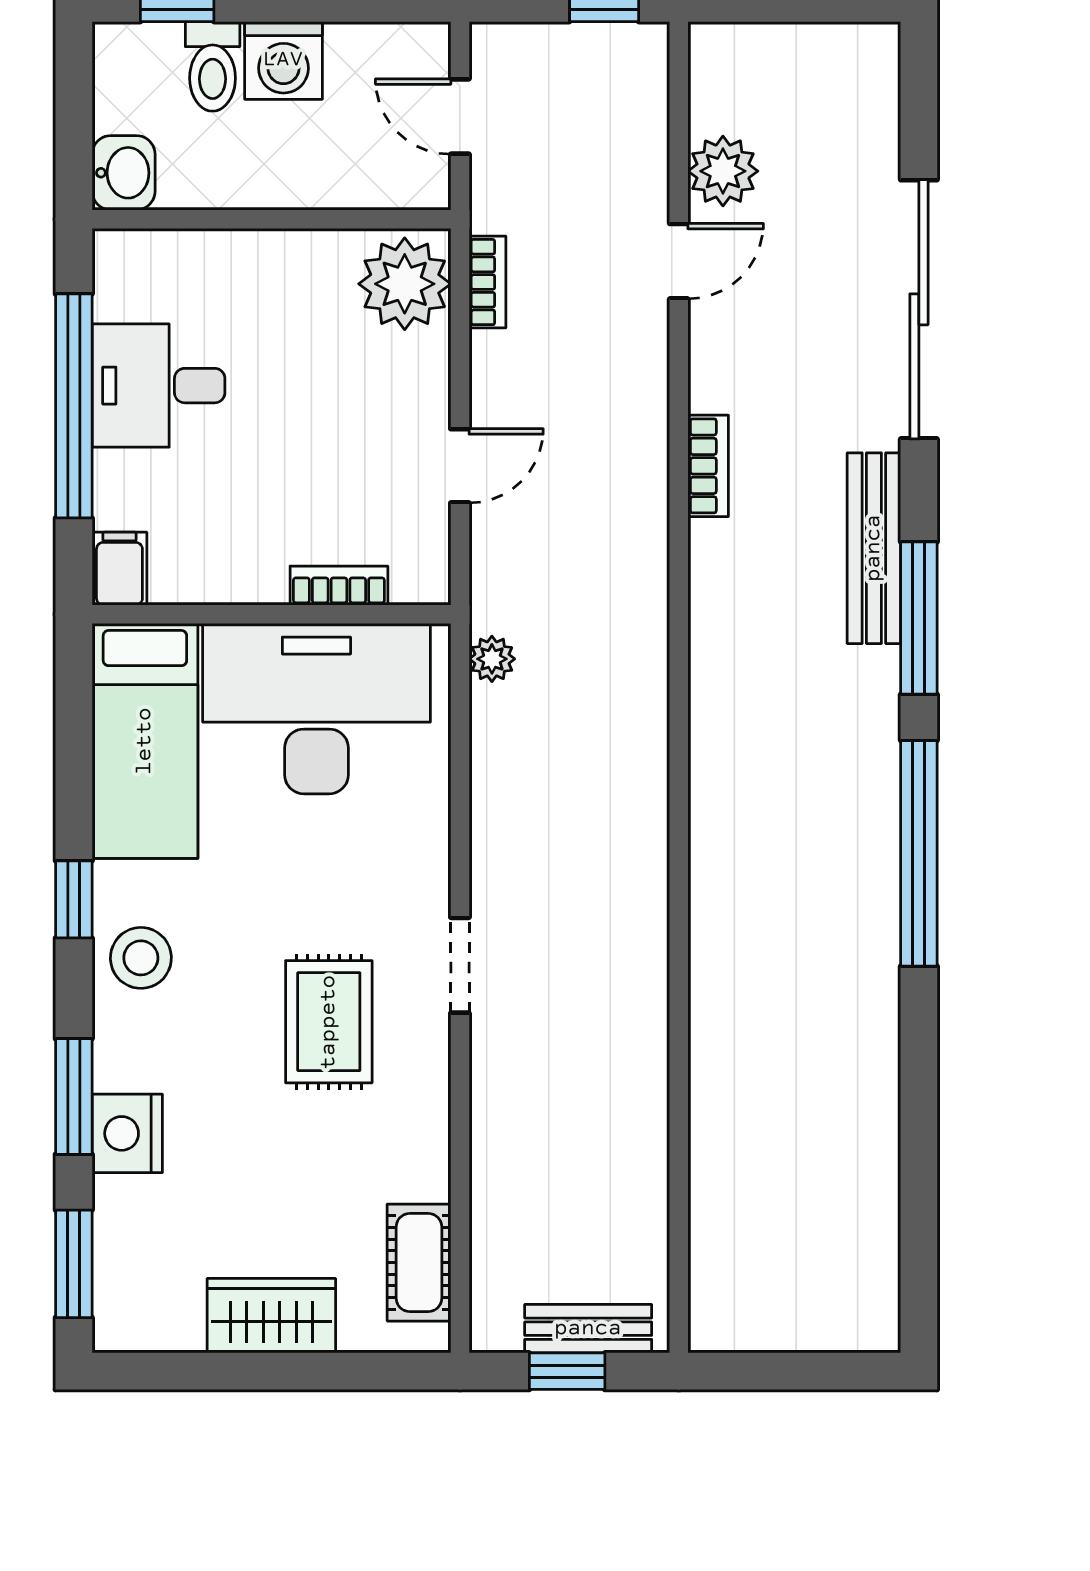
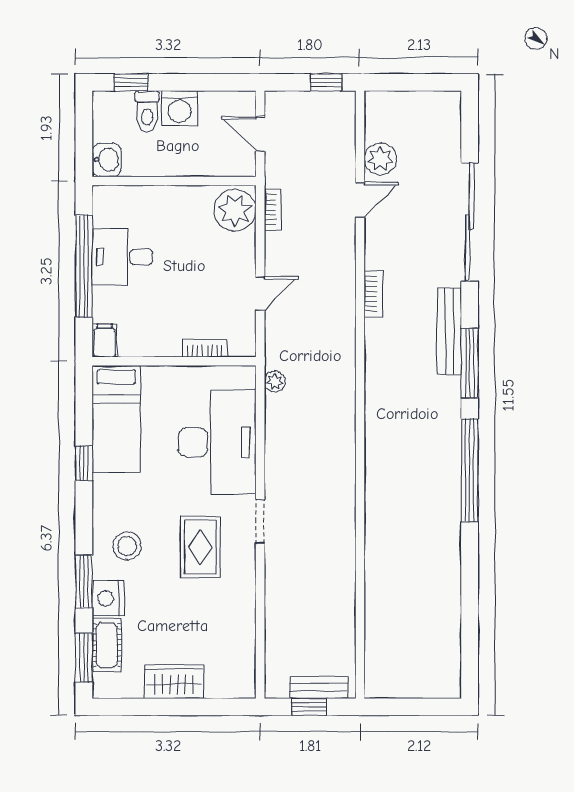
desk: (316, 709) -> (217, 442), moved, turned 90
window: (74, 899) -> (84, 463), moved
stool: (141, 958) -> (127, 546), moved
cot: (419, 1263) -> (107, 645), moved

